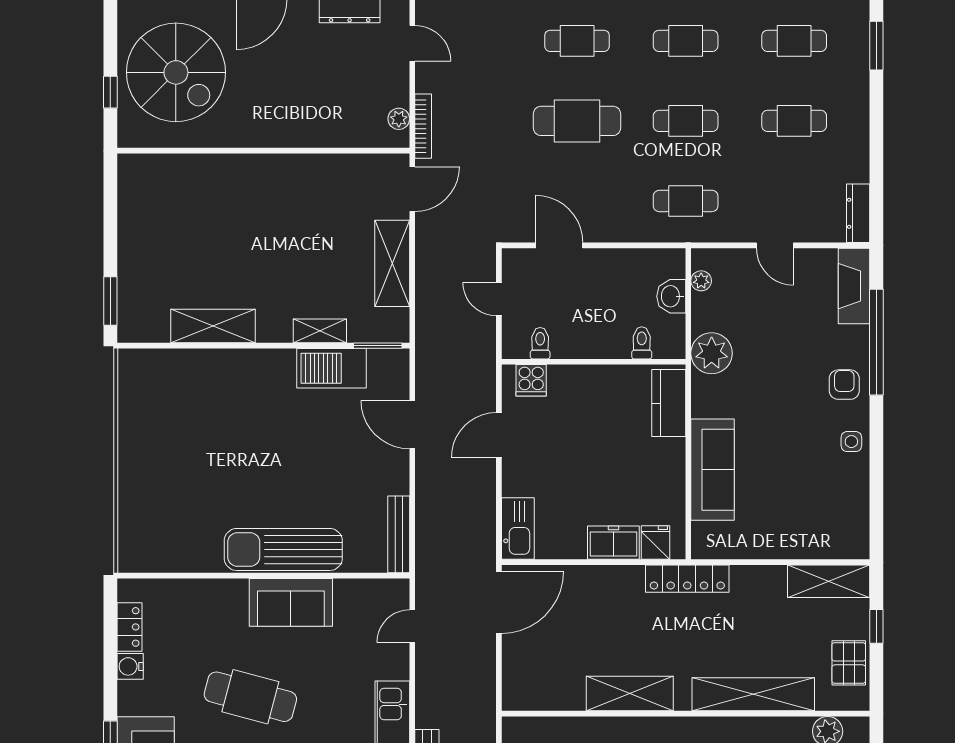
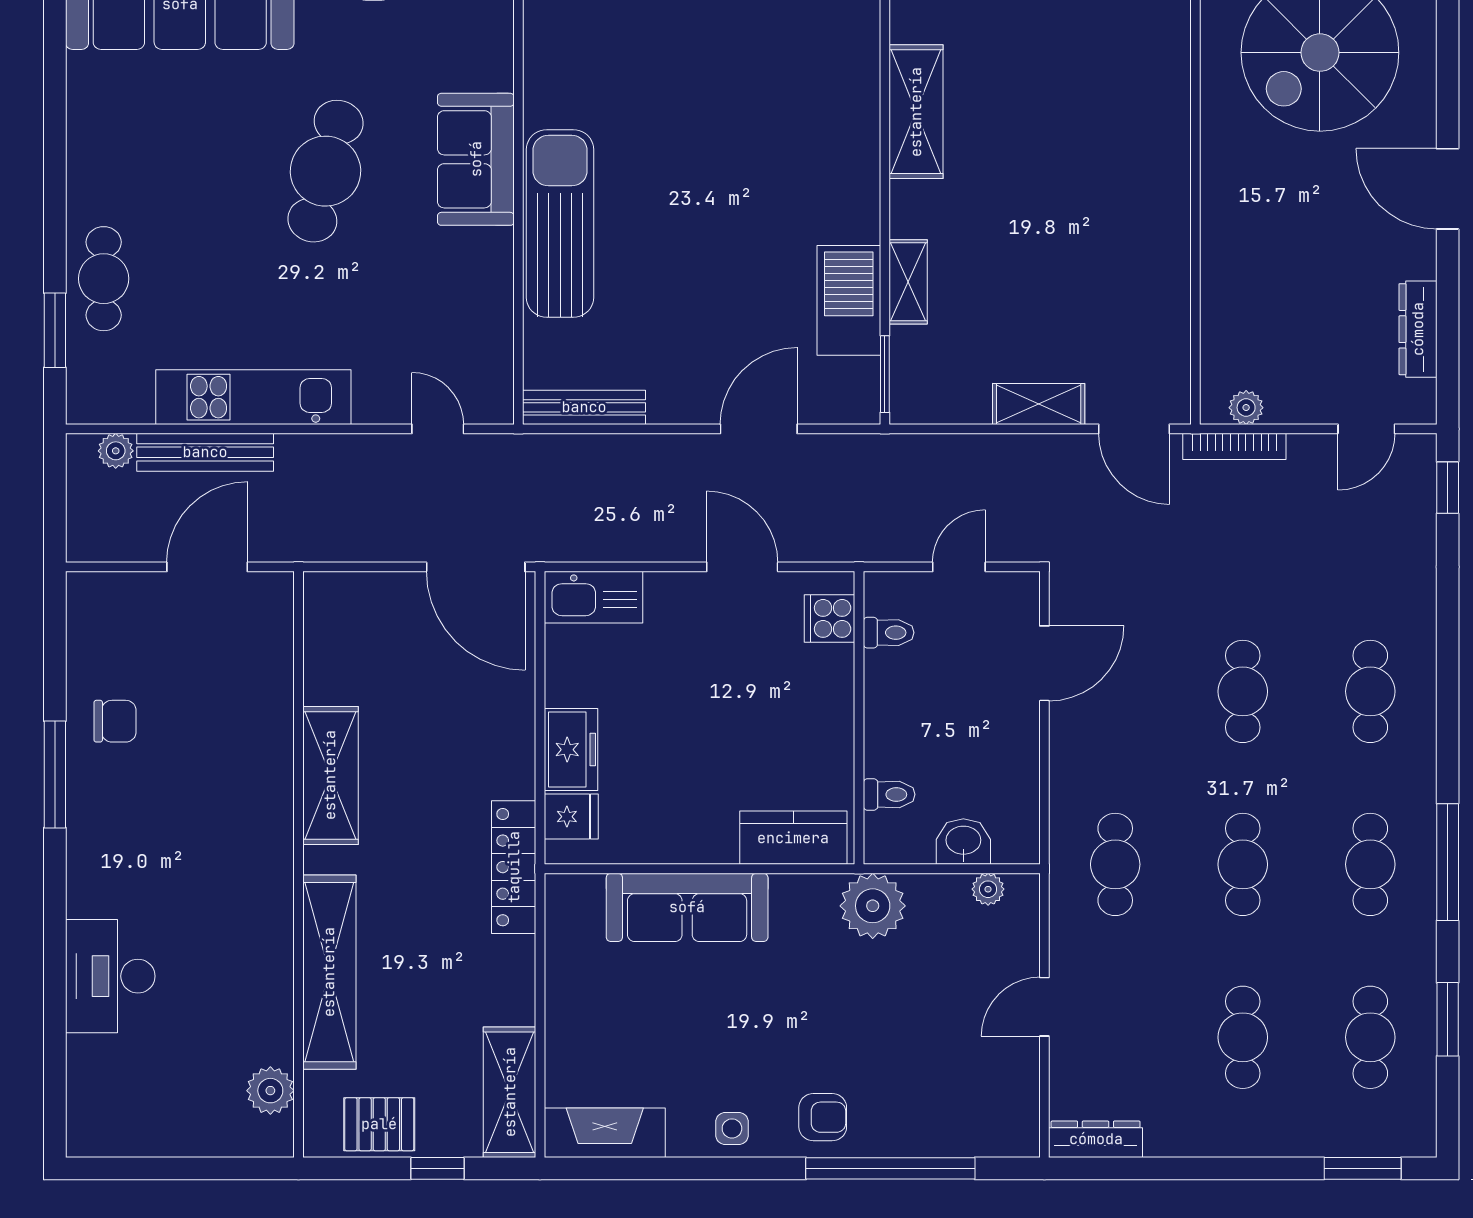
cafe table: (577, 121) -> (1243, 691), width x0.73, depth x0.74
shelving: (392, 263) -> (1039, 404), width x0.67, depth x0.75
fireplace: (854, 286) -> (605, 1133), moved
sofa: (291, 602) -> (476, 159), moved

